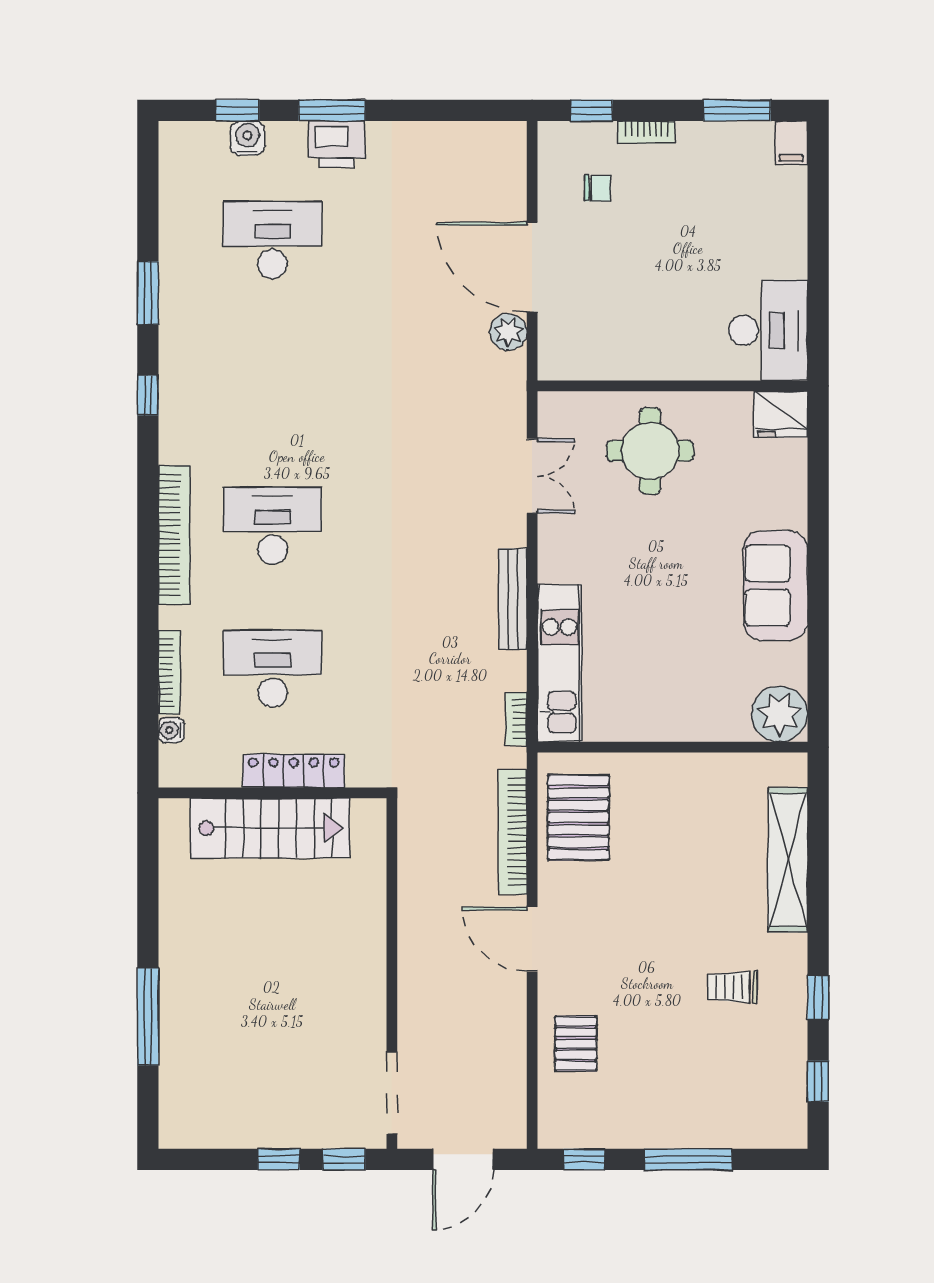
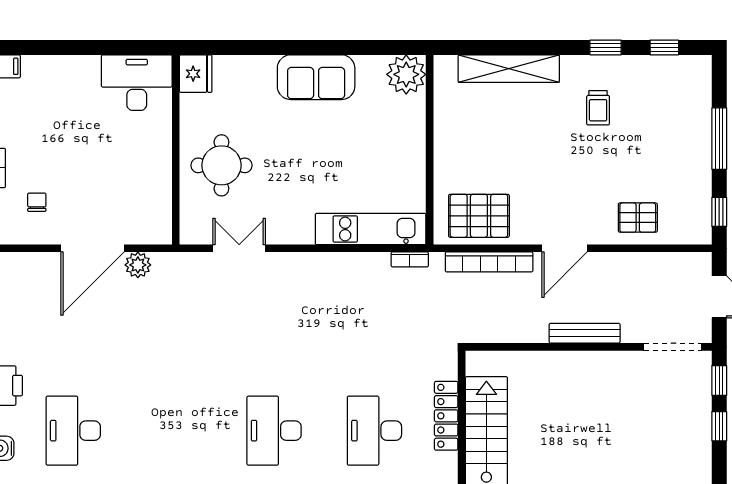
bench: (513, 599) -> (585, 333), moved

